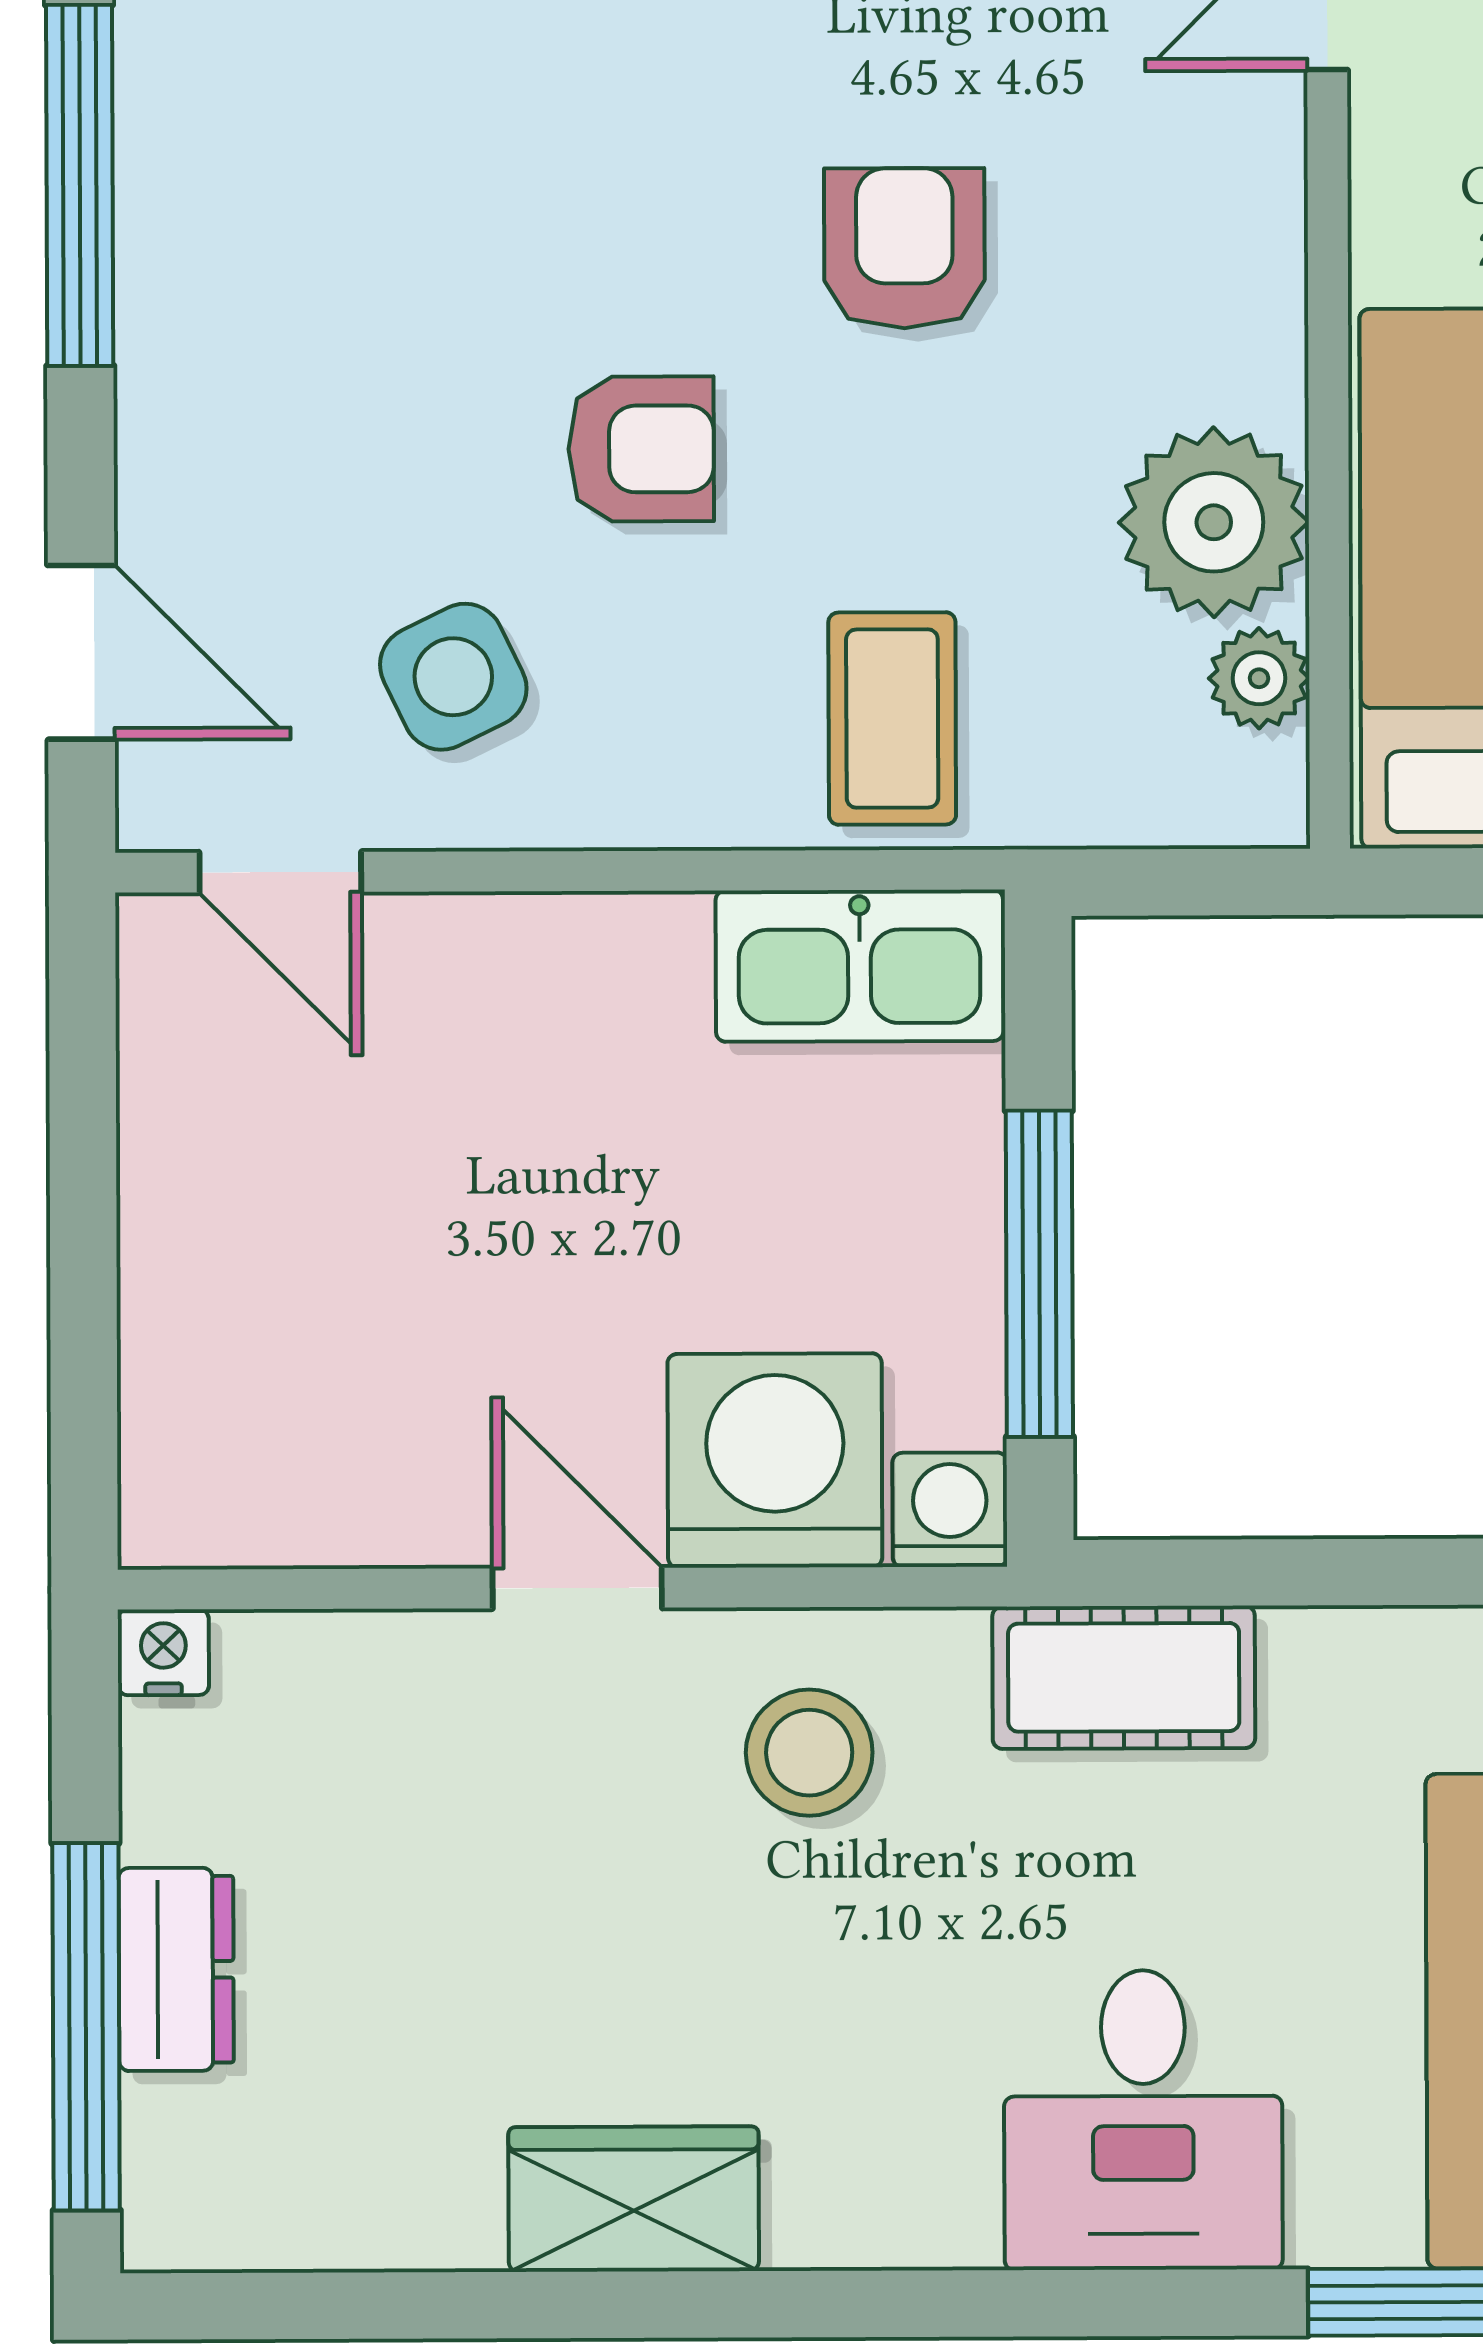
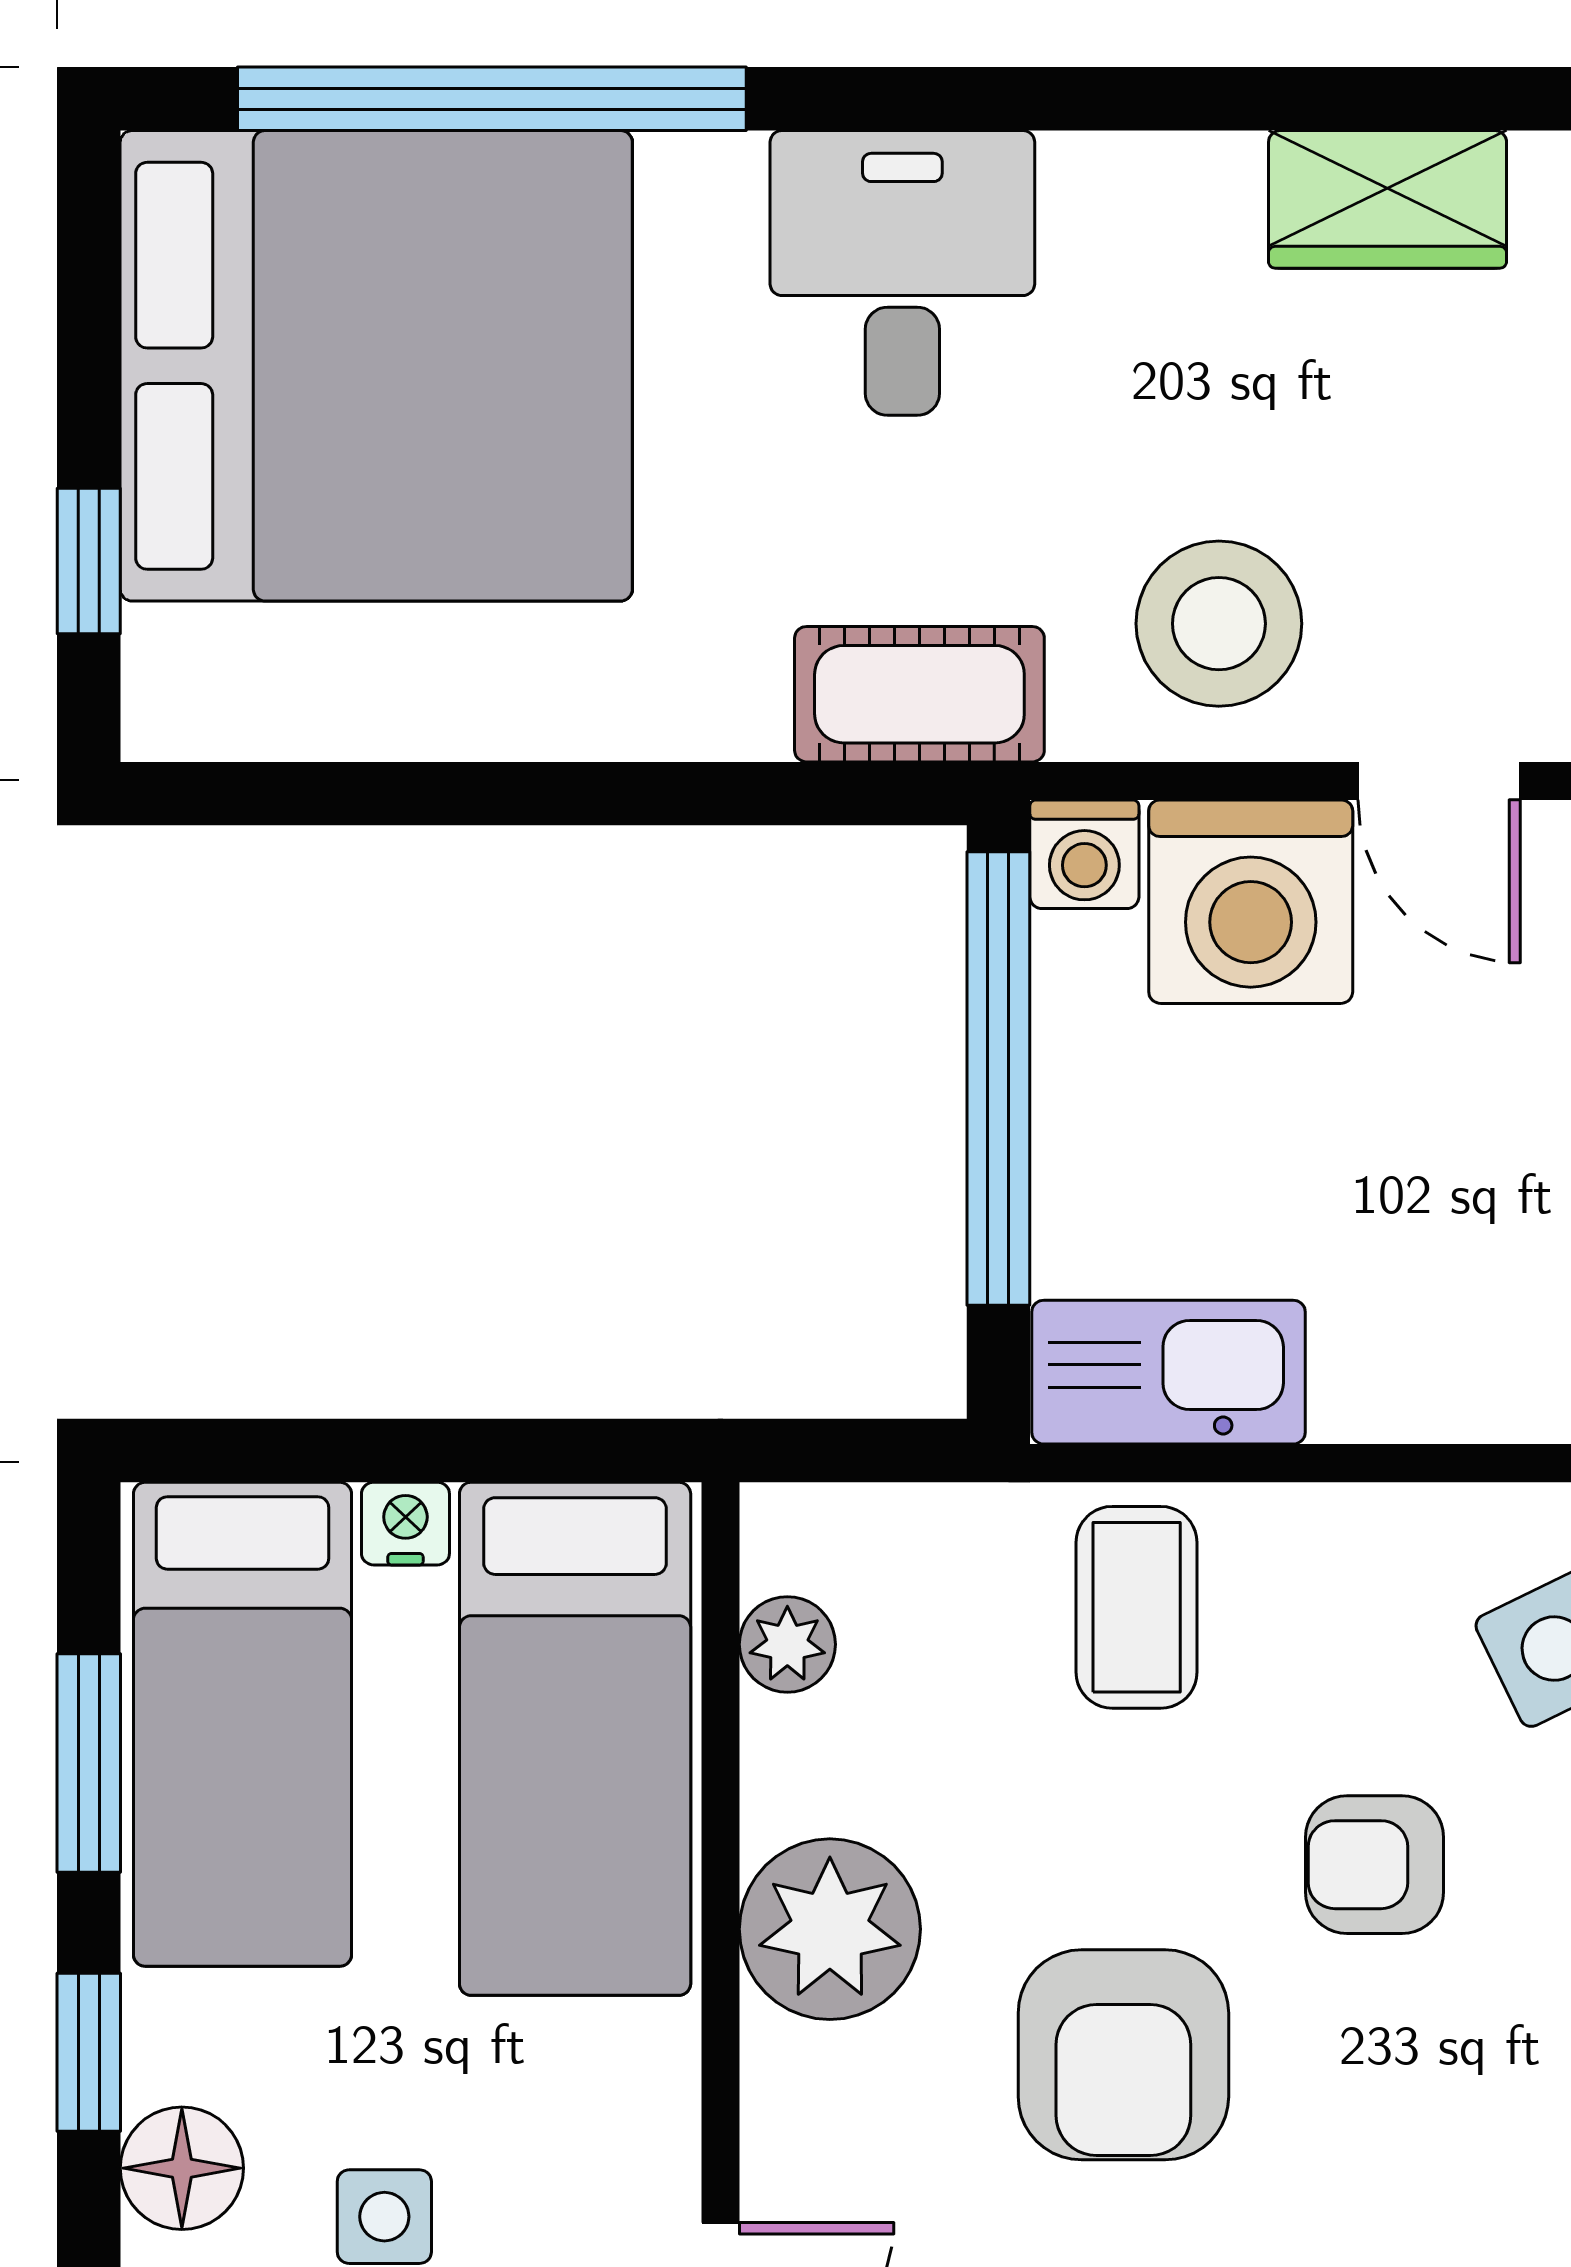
armchair: (904, 248) -> (1123, 2055), width x1.38, depth x1.38
plant: (1214, 522) -> (830, 1929), moved
window: (1039, 1274) -> (998, 1079), width x1.46
stool: (809, 1753) -> (1219, 624), width x1.38, depth x1.38

